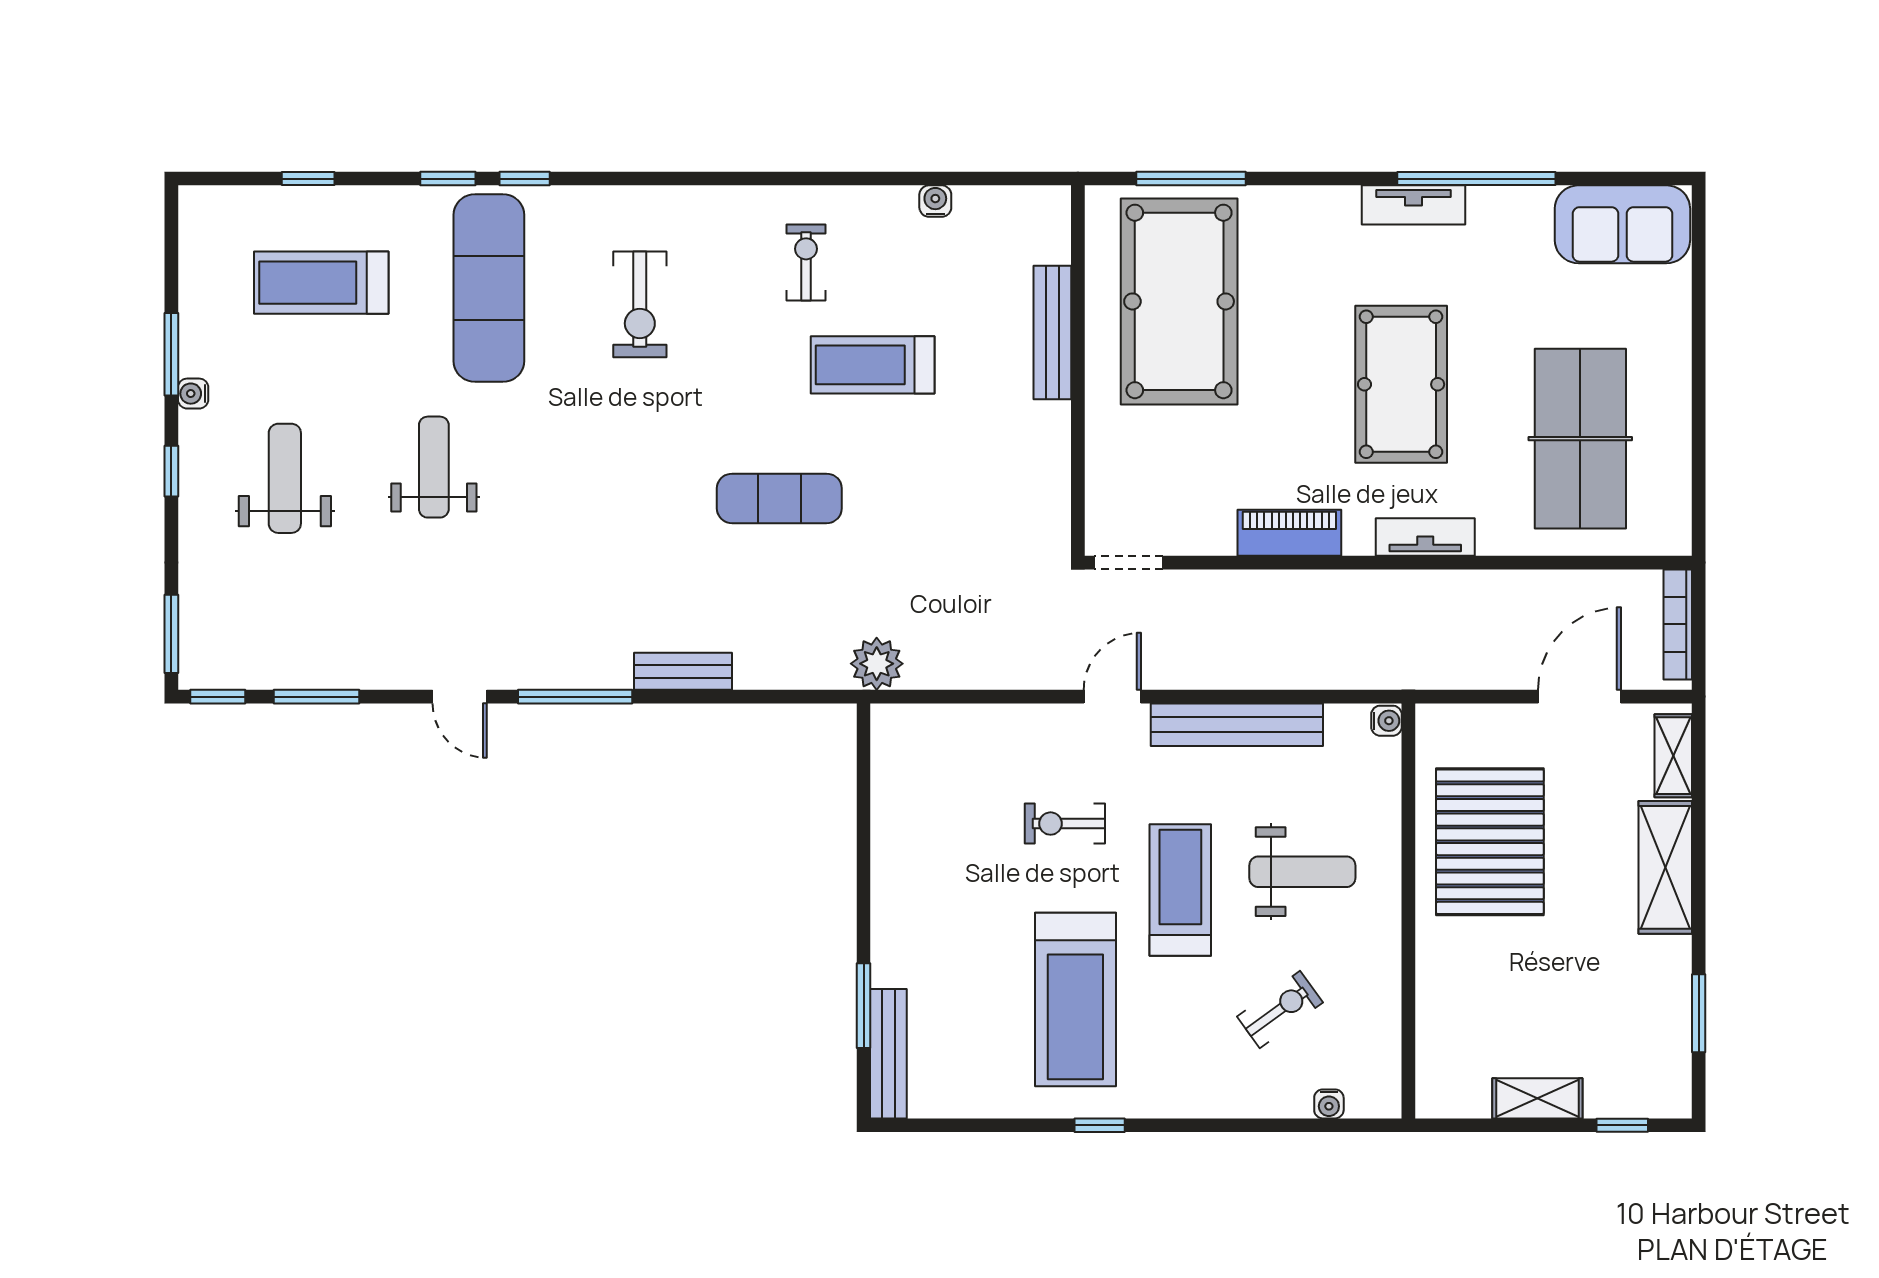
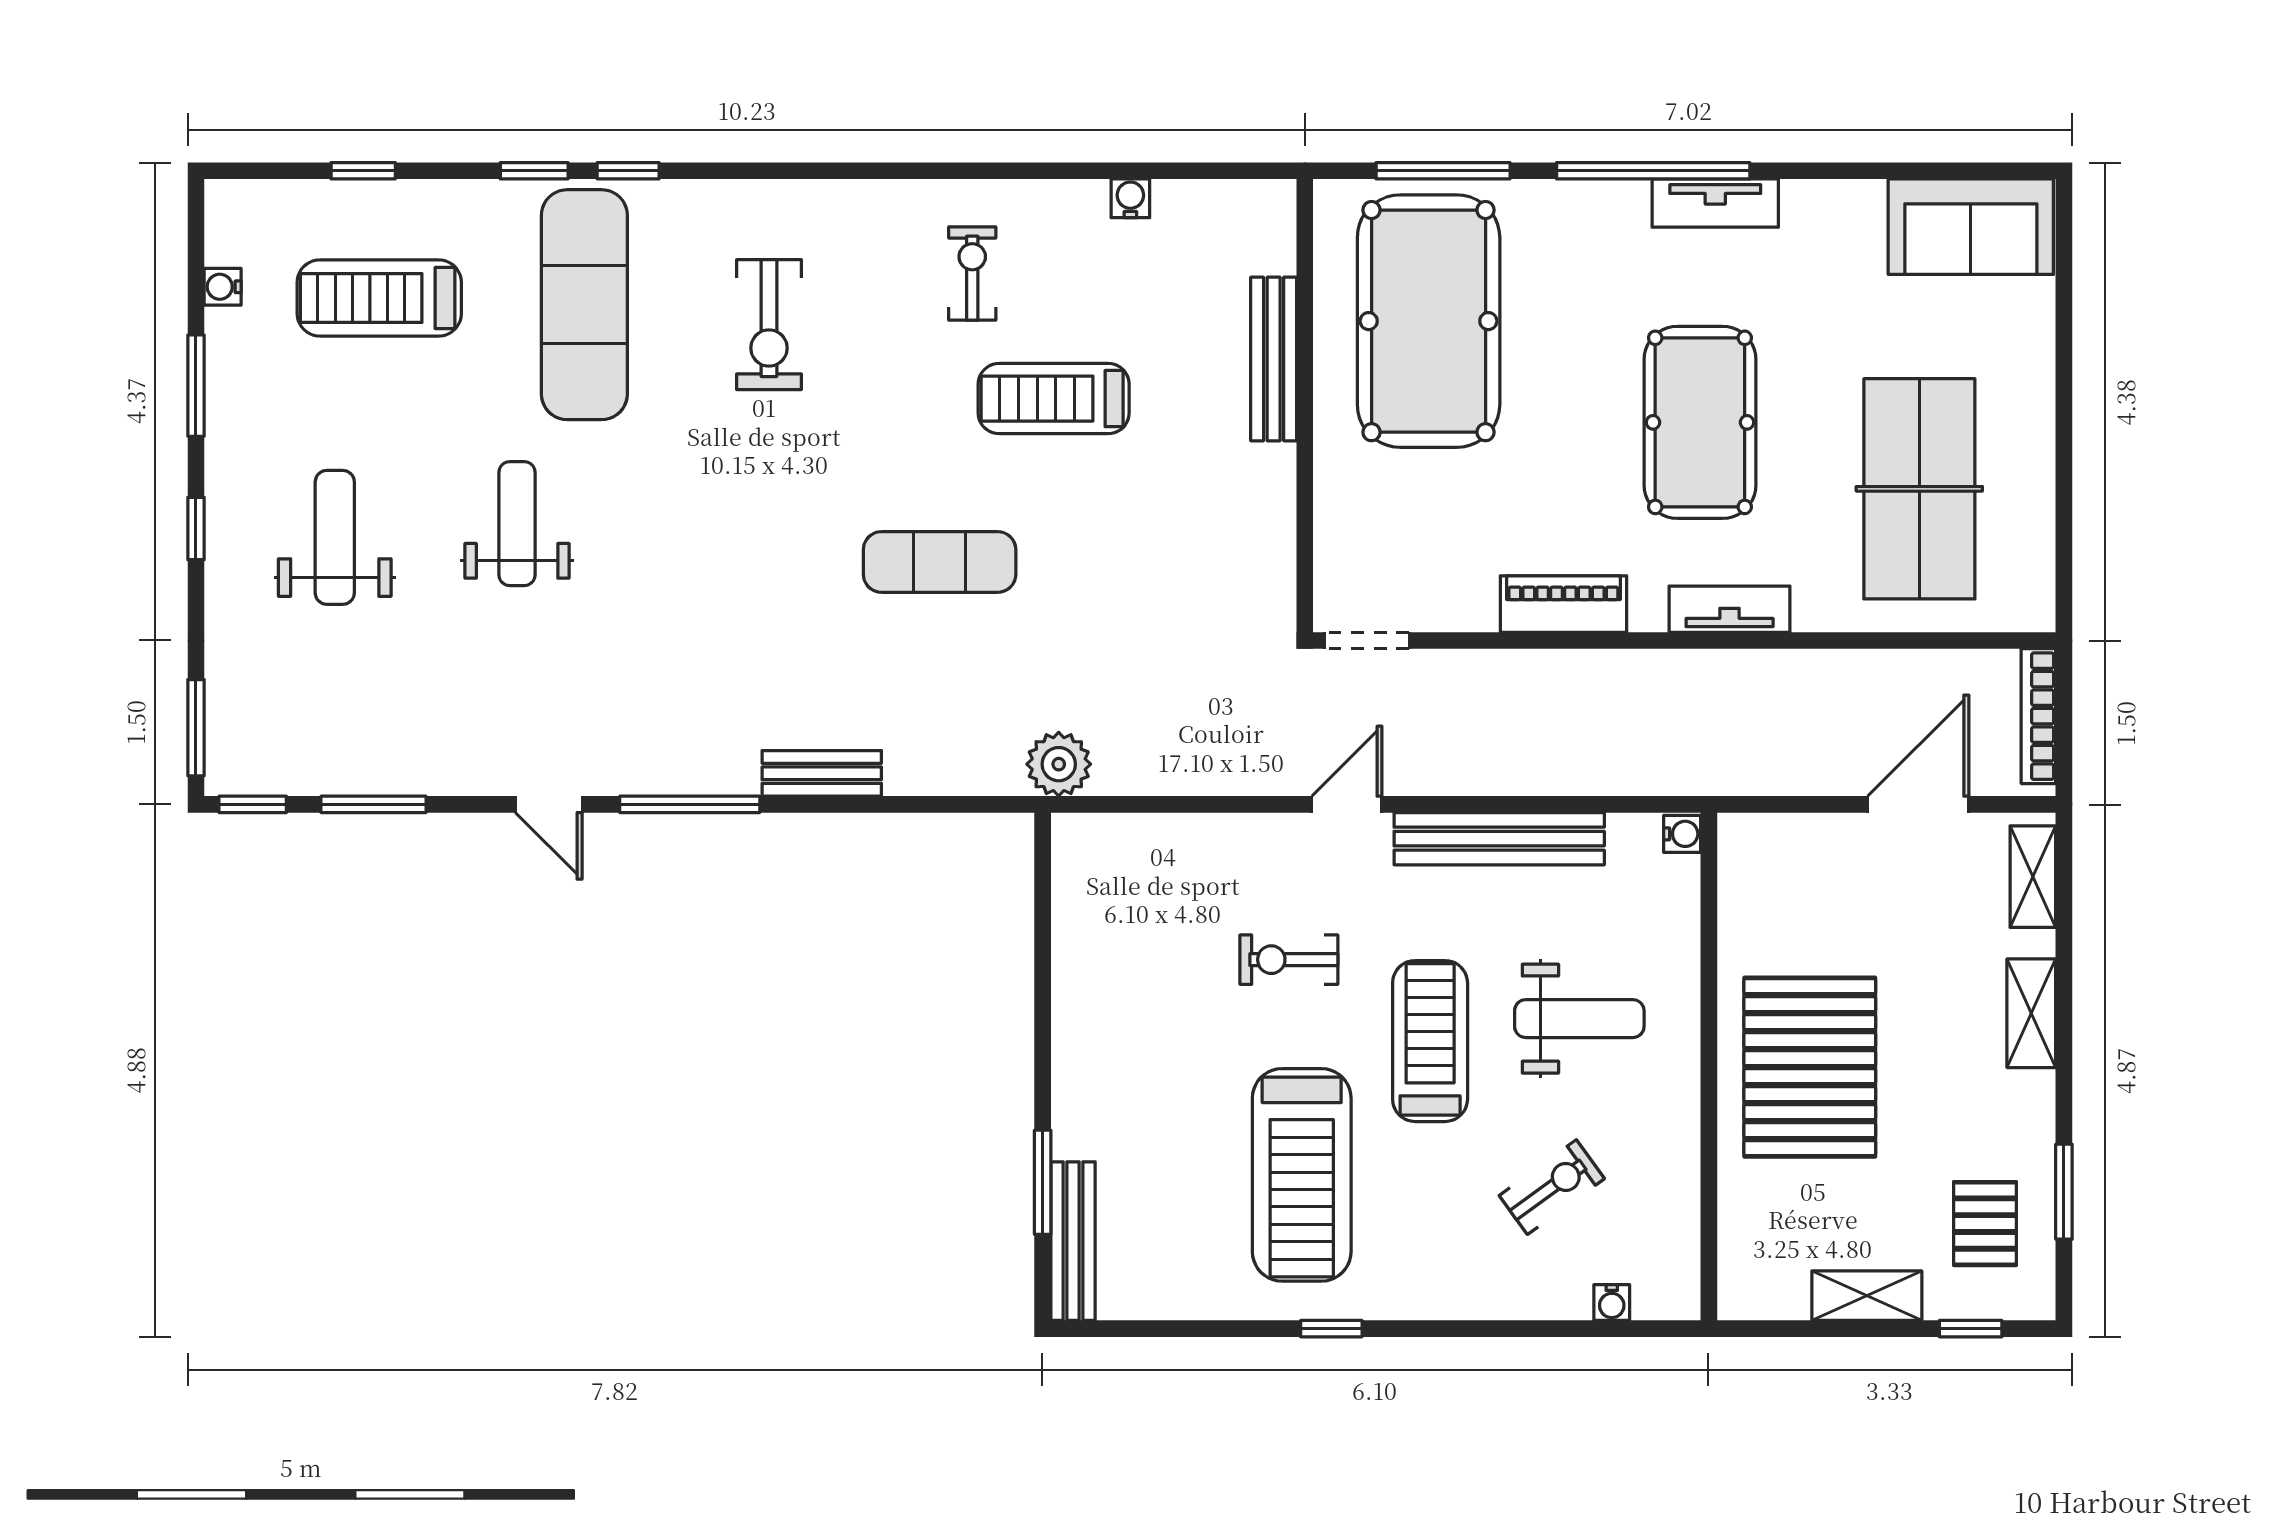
window: (1476, 179) -> (1653, 171), moved
water cooler: (193, 394) -> (223, 287), moved
pallet: (1490, 842) -> (1810, 1067), moved
shelving: (1665, 867) -> (2031, 1013), width x0.67, depth x0.75
pallet: (1634, 1039) -> (1985, 1224), added

